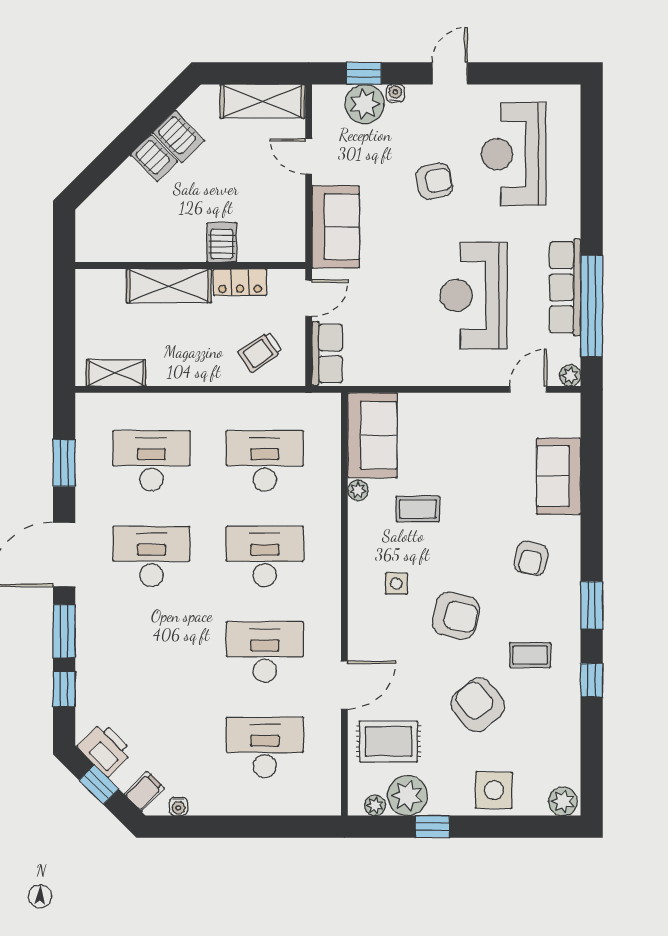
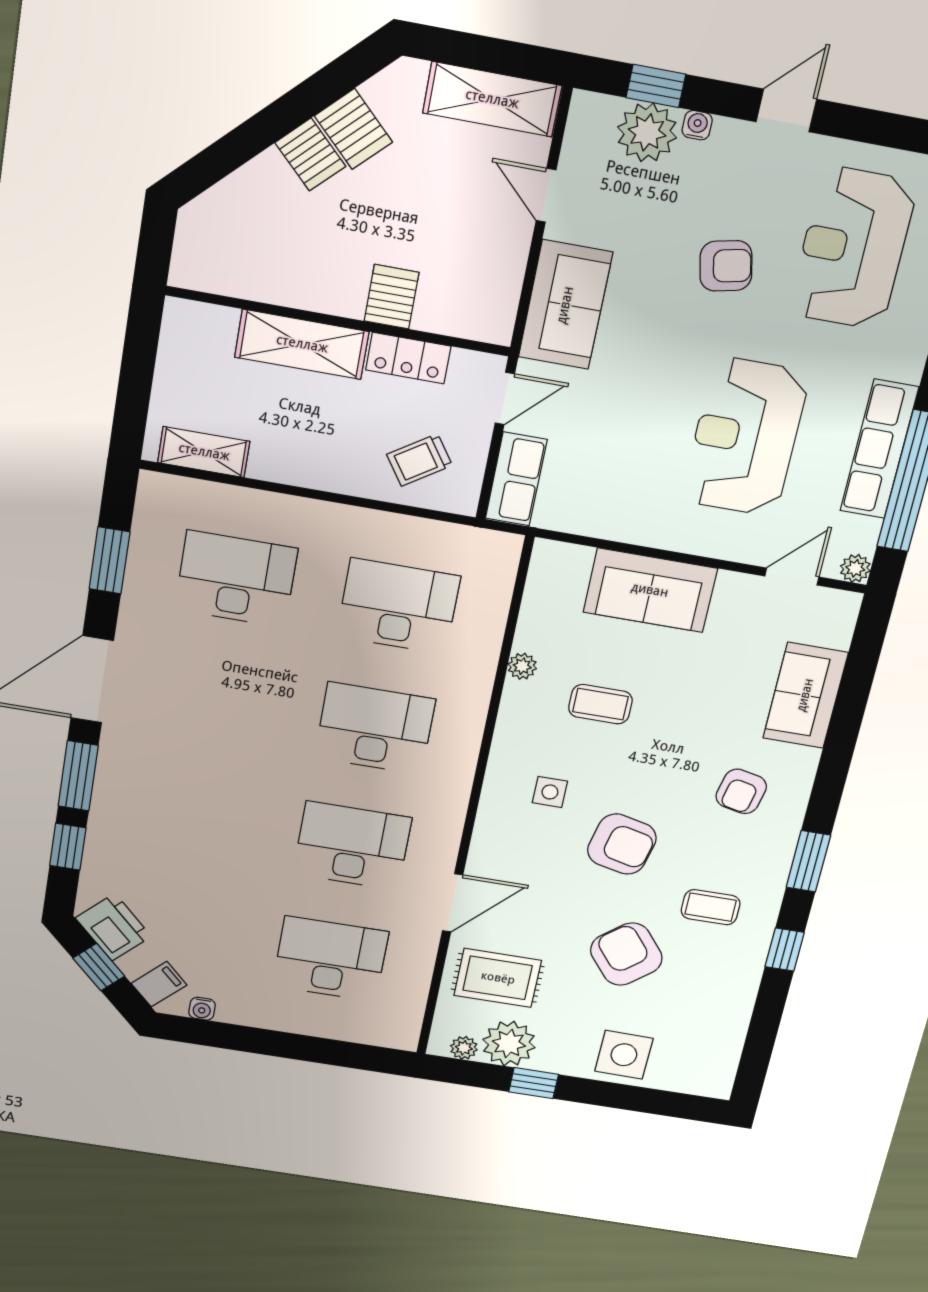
sofa: (372, 435) -> (650, 590), moved, turned 90
desk: (151, 556) -> (216, 702), removed
plant: (563, 801) -> (711, 1081), removed

